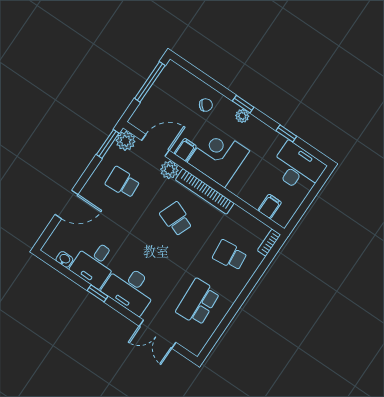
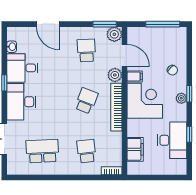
desk: (298, 168) -> (172, 140), moved
filing cabinet: (270, 206) -> (135, 149), width x2.00

